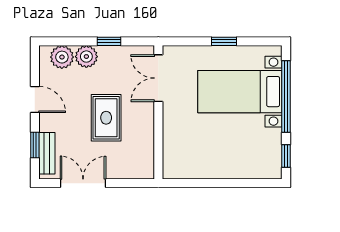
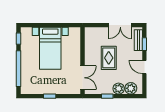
bed with nightstands: (240, 92) -> (50, 48), moved, turned 90

